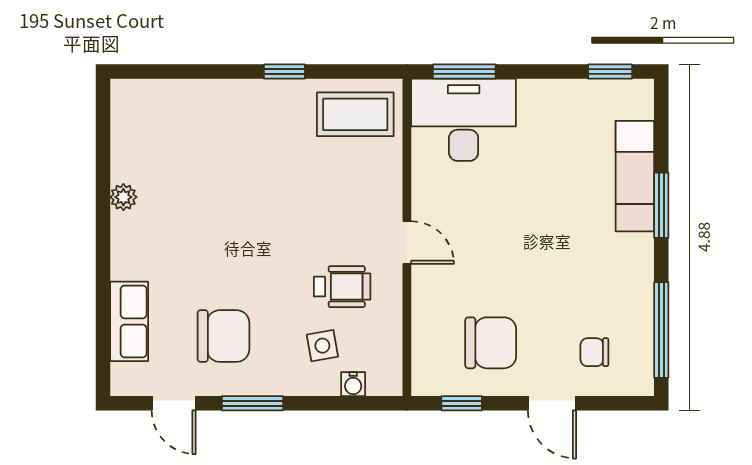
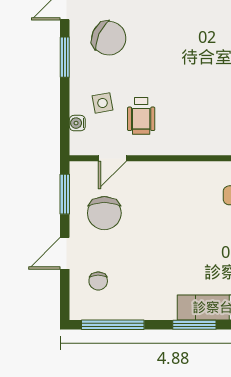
door: (407, 243) -> (112, 158), moved
chair: (223, 336) -> (109, 38), turned -65
chair: (594, 352) -> (98, 281), turned 180
window: (462, 403) -> (65, 194), width x1.50

